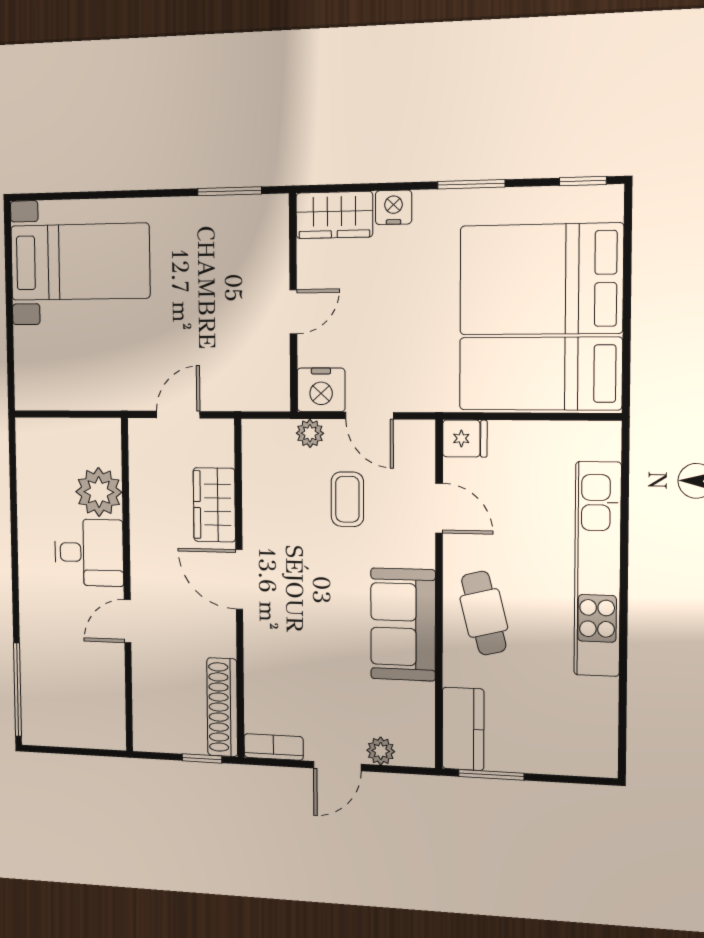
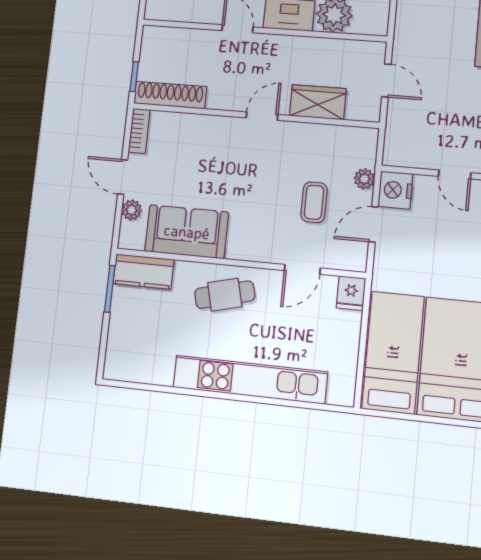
coffee table: (347, 499) -> (314, 202), turned 90
door: (239, 579) -> (262, 116), width x0.73
sofa: (403, 624) -> (187, 232), moved

